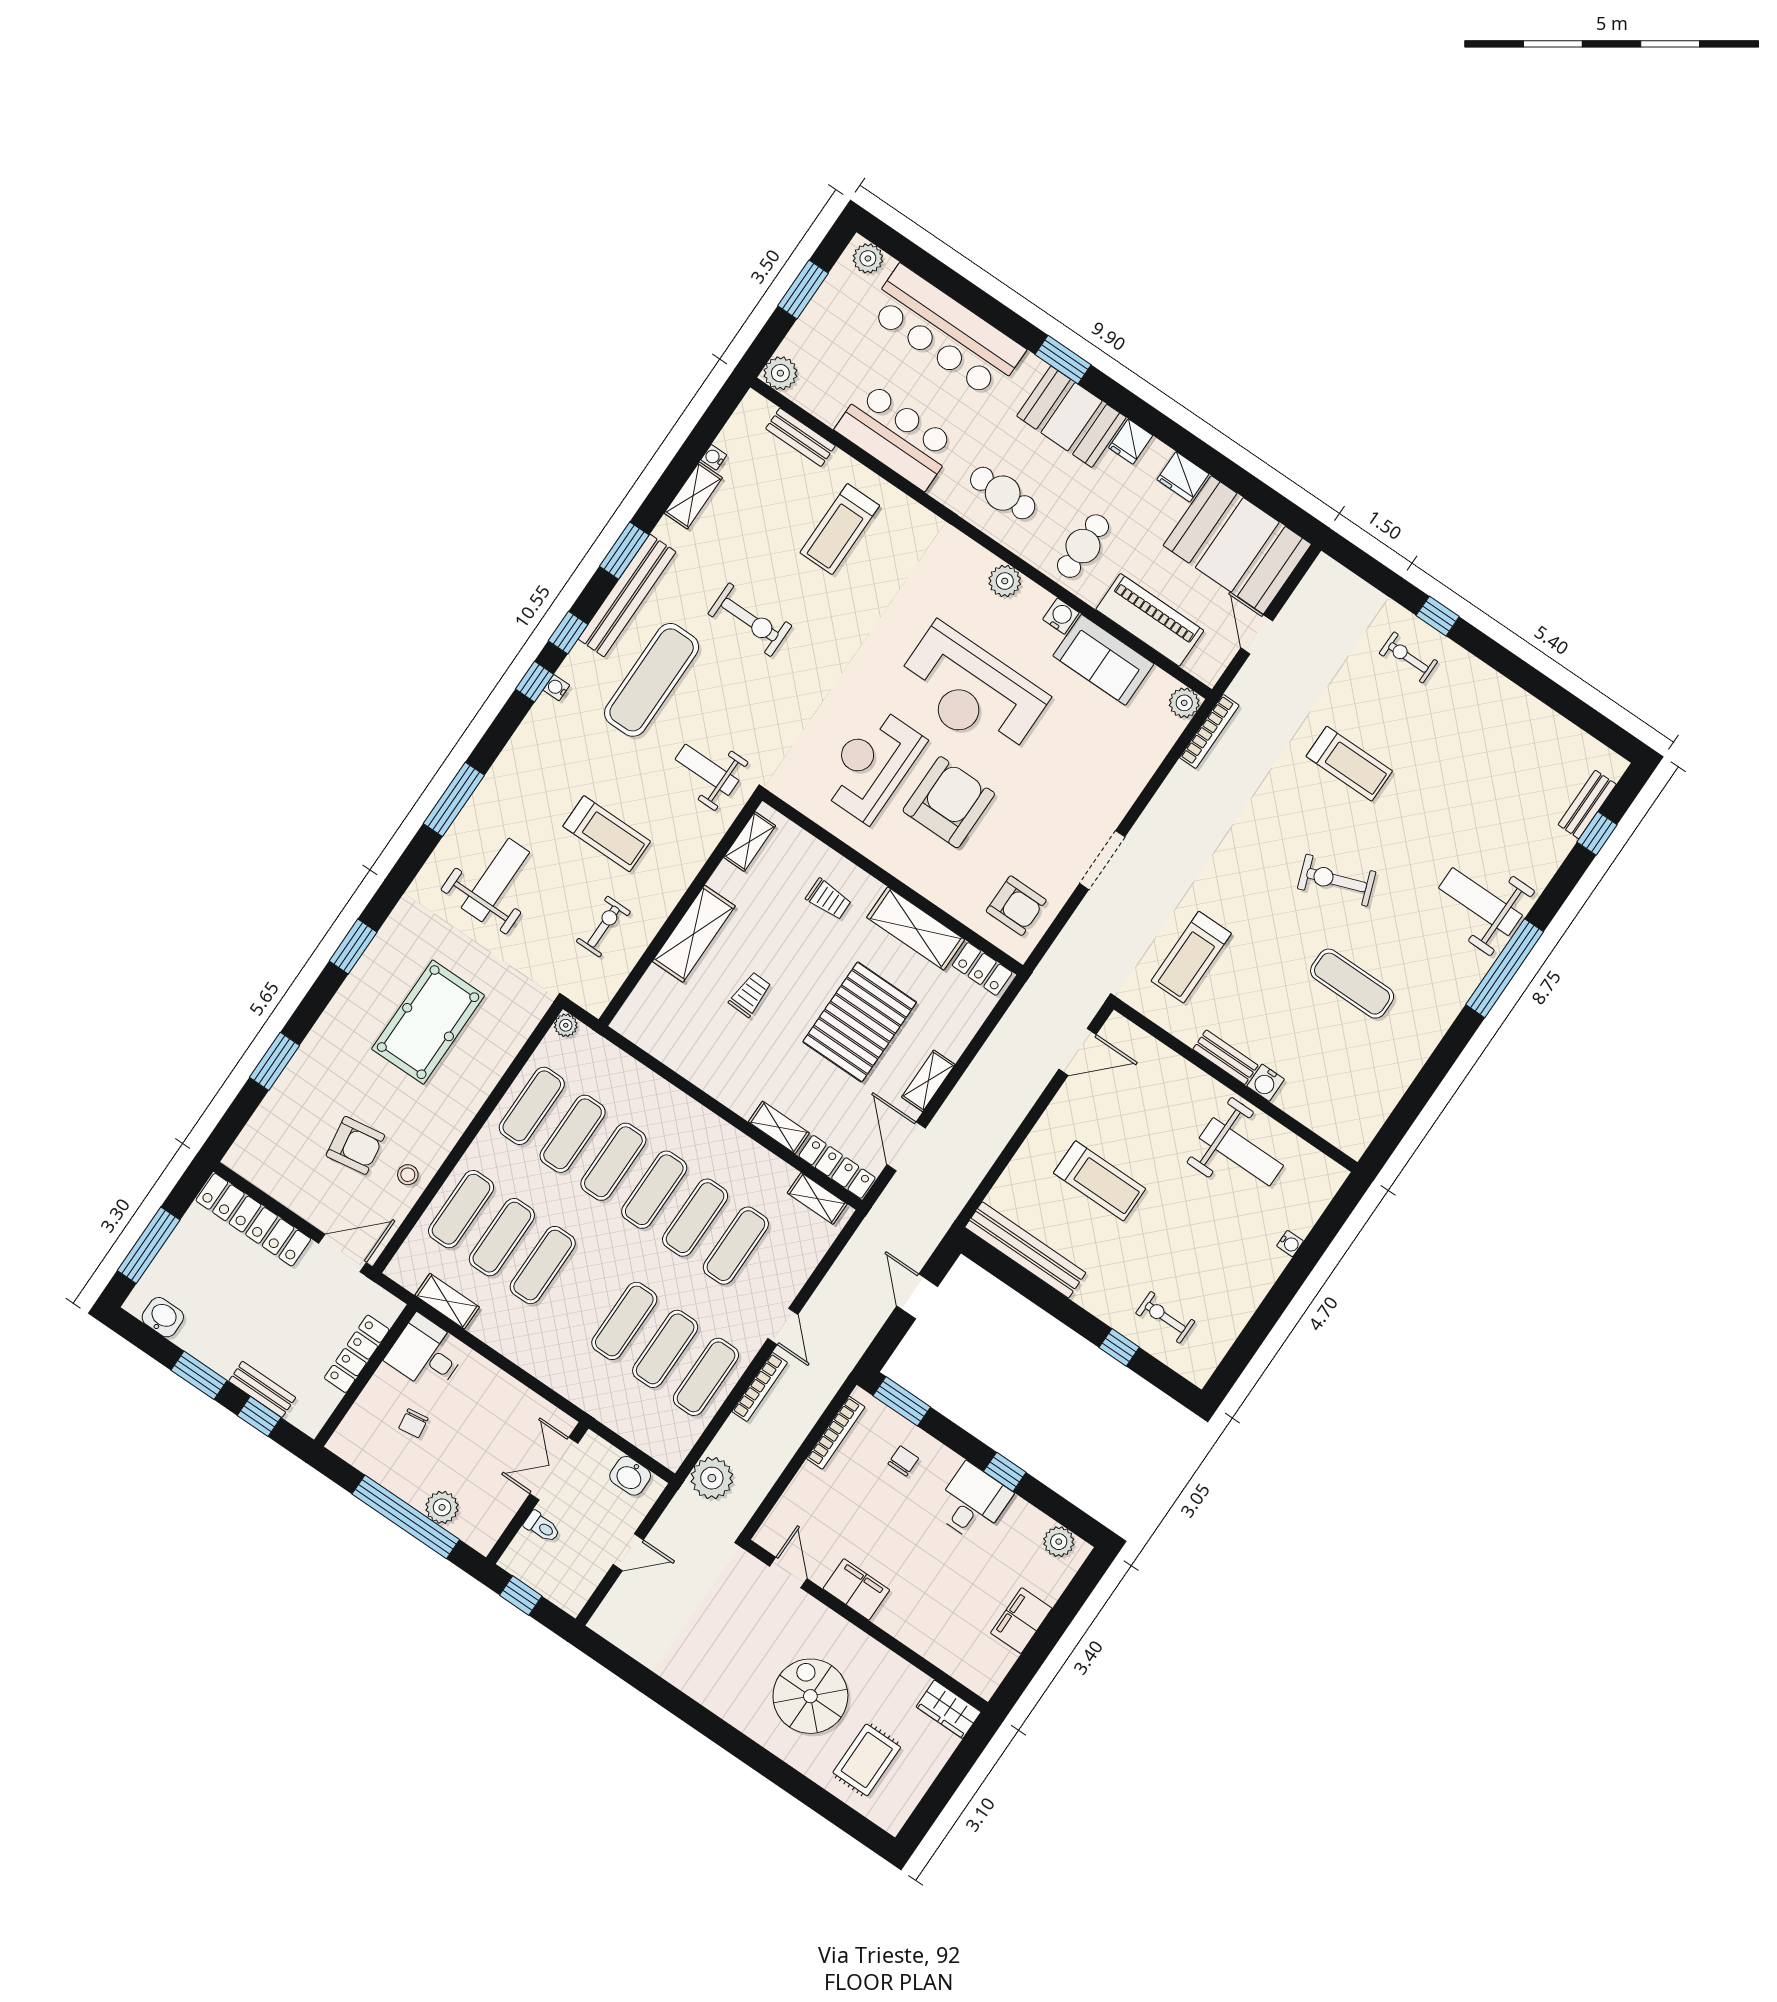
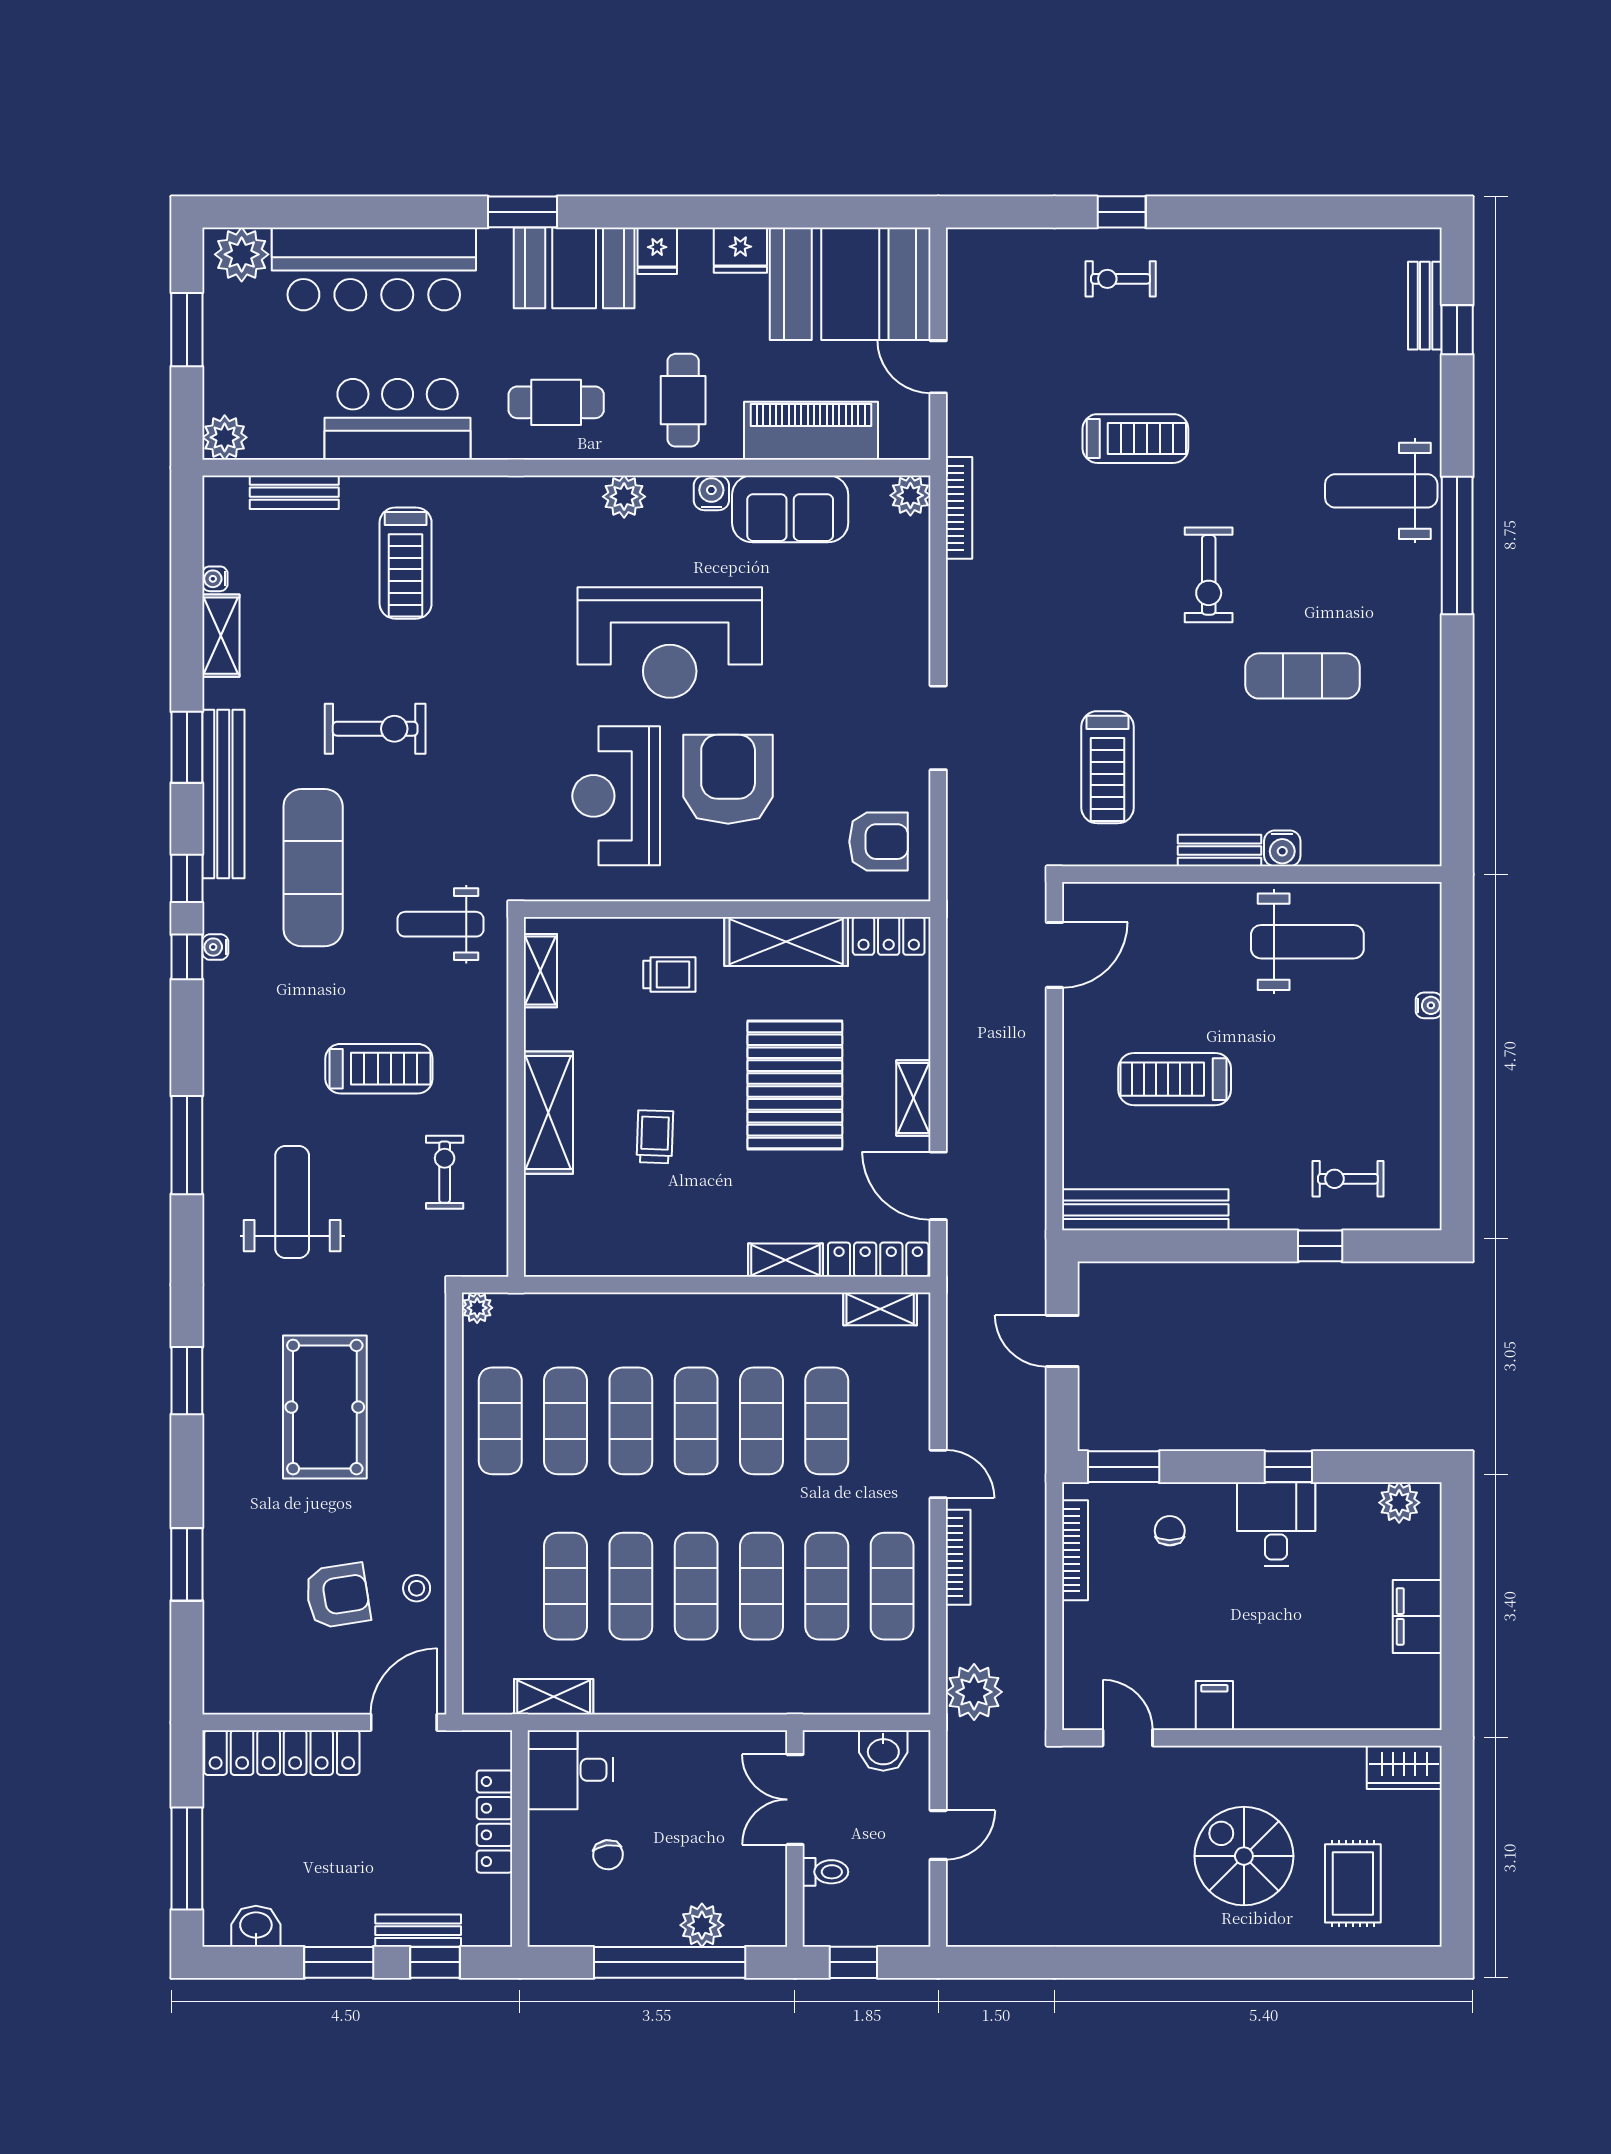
plant: (868, 258) -> (242, 254), width x1.36, depth x1.36
exercise bike: (1337, 880) -> (1209, 575), turned -70
treadmill: (1100, 1181) -> (1175, 1079), turned 180
exercise mat: (461, 1209) -> (696, 1586), moved
filing cabinet: (856, 1589) -> (1214, 1706), width x0.50

